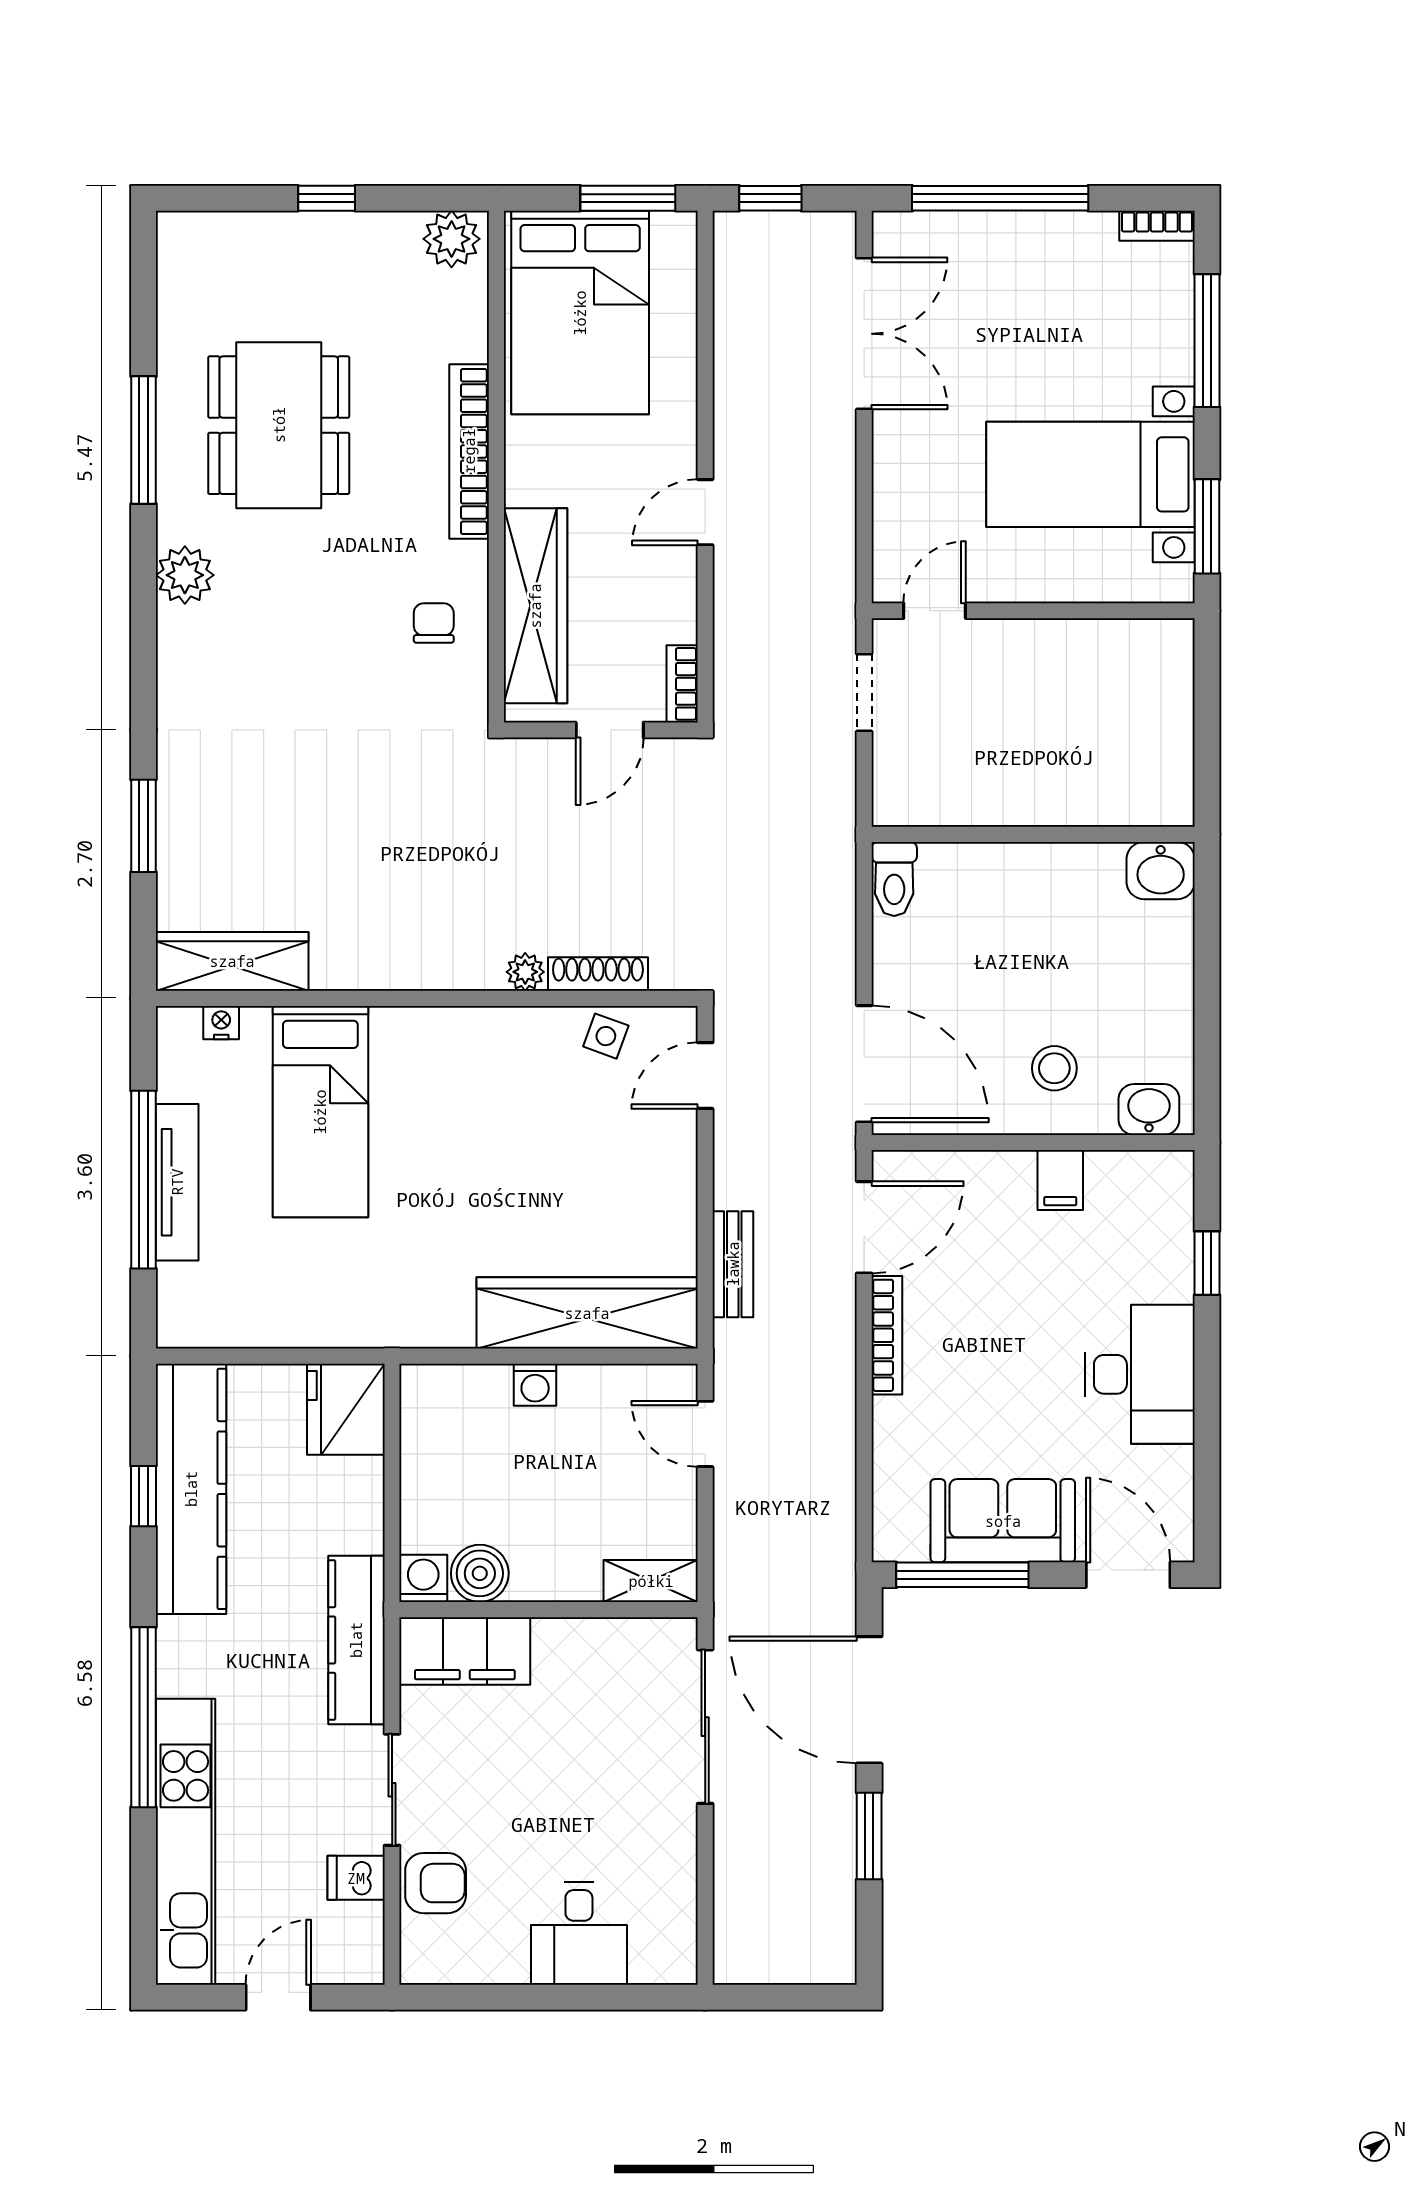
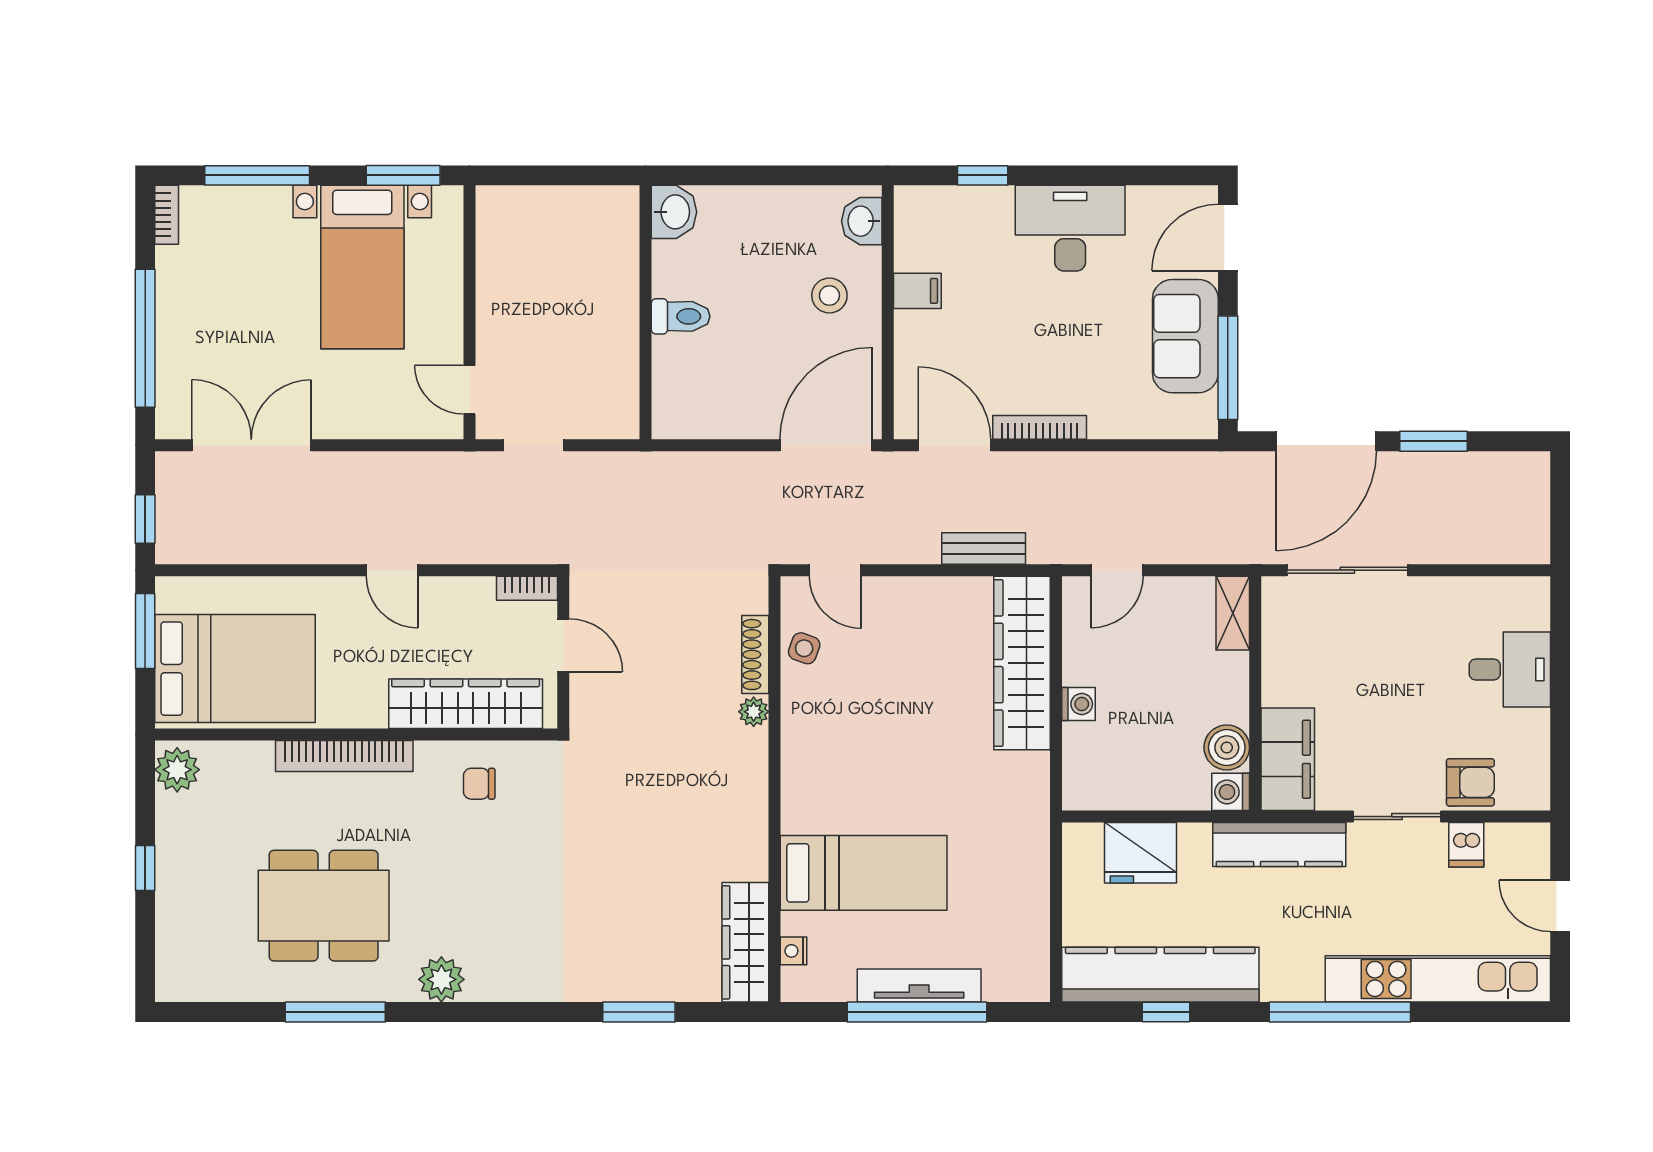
toilet: (894, 879) -> (681, 316), moved
fridge: (346, 1409) -> (1141, 853), moved
armchair: (436, 1883) -> (1470, 782), turned 90

